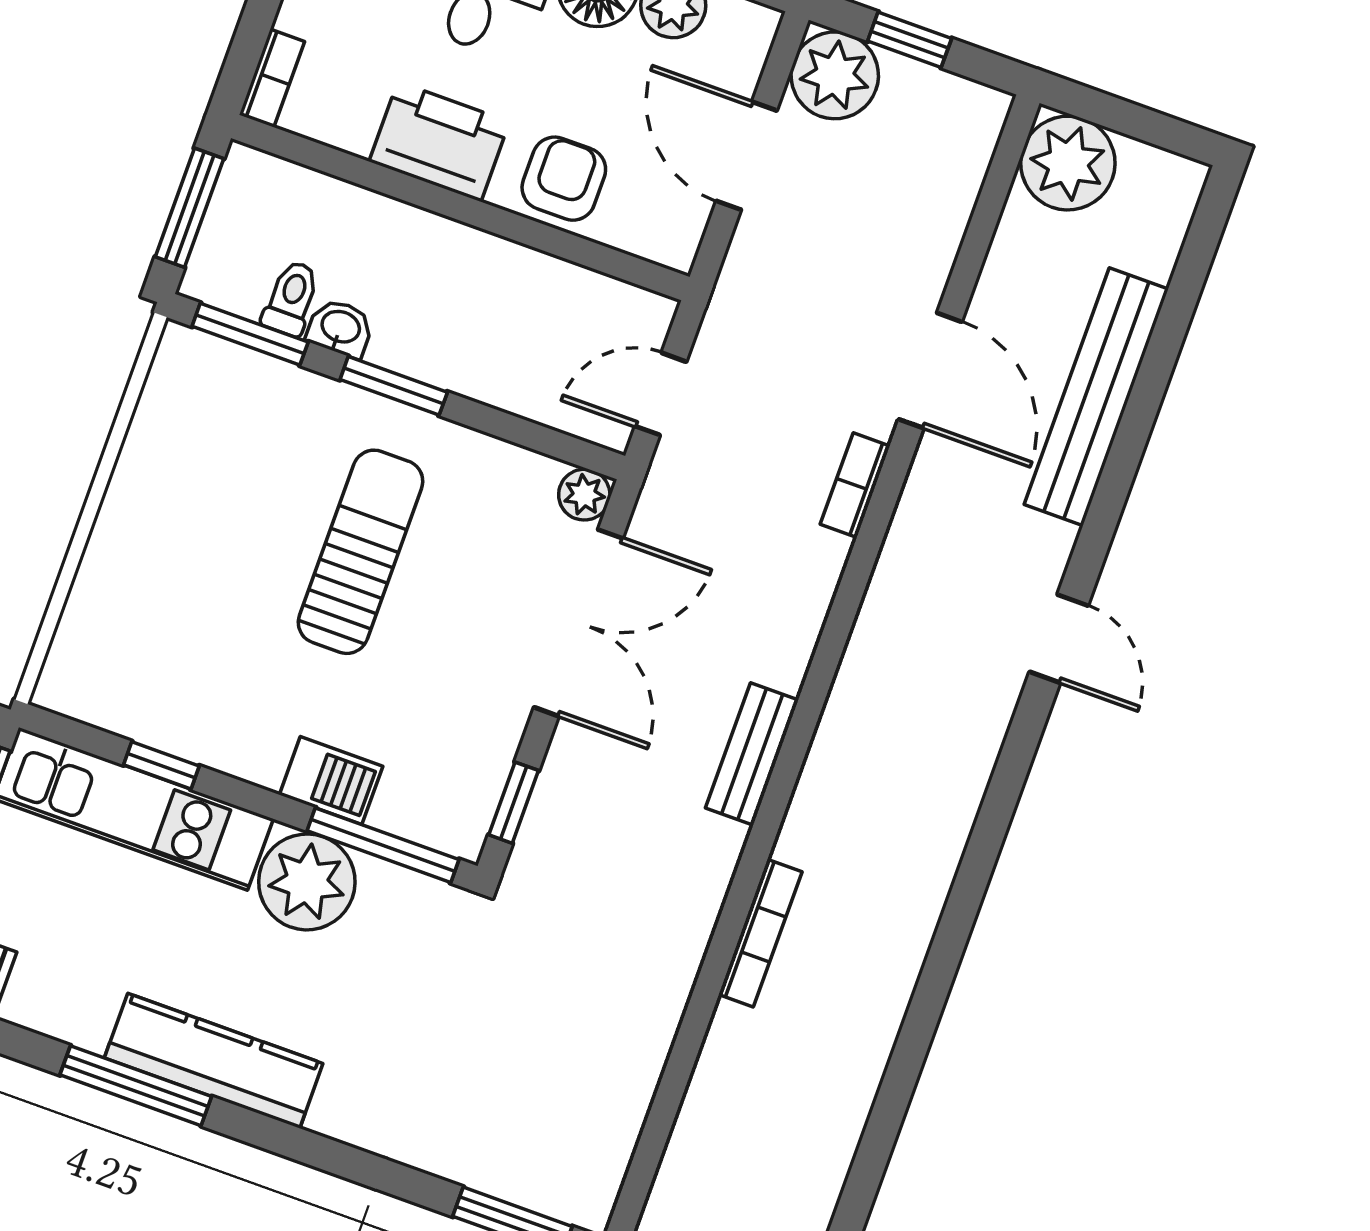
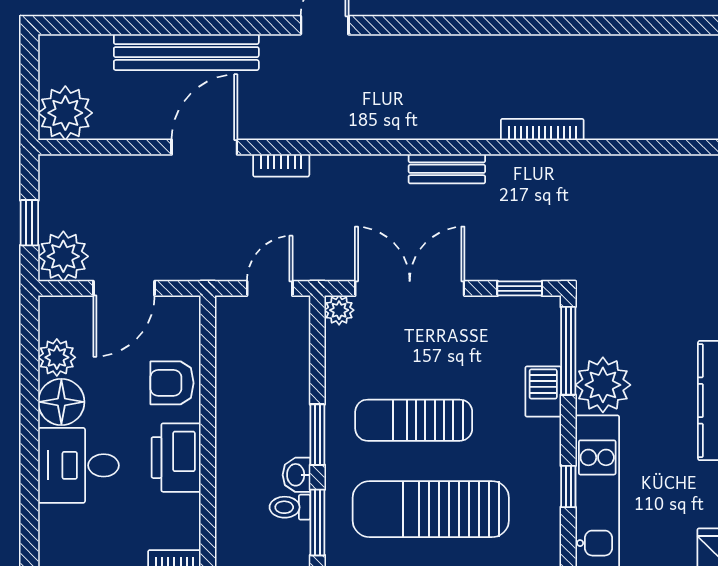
door: (661, 394) -> (270, 288), swing flipped
sun lounger: (205, 527) -> (431, 509), added

